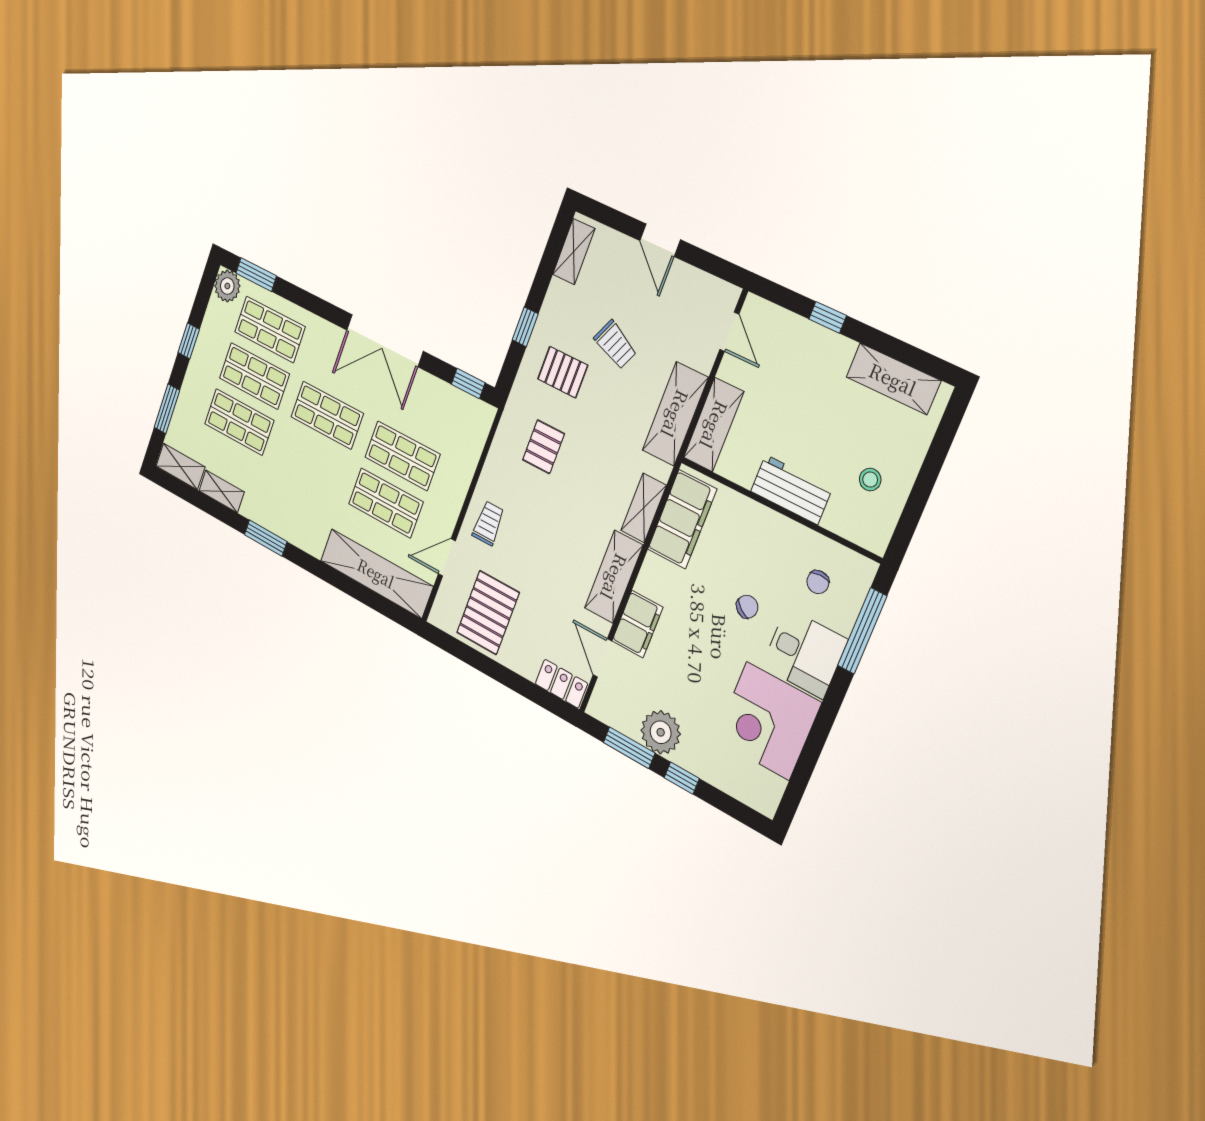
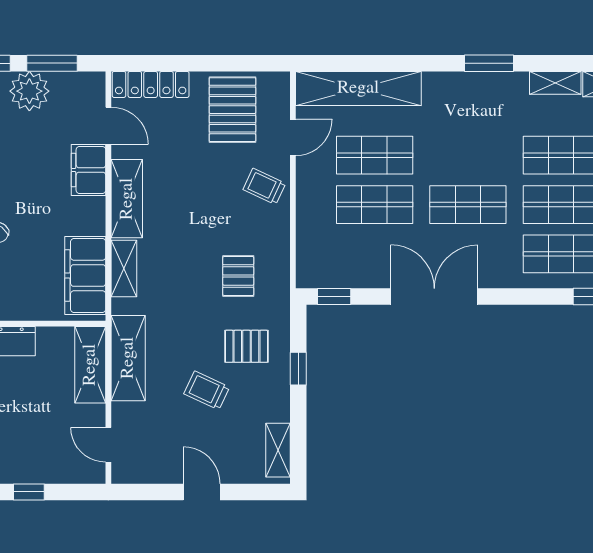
trolley: (488, 523) -> (264, 186), turned 115
locker: (561, 684) -> (151, 84), width x1.53

